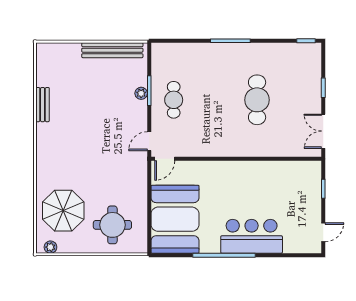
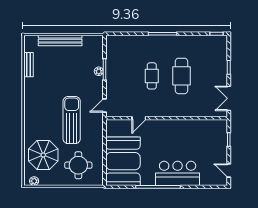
bench: (112, 50) -> (60, 41), moved
cafe table: (174, 100) -> (152, 76), moved
bench: (43, 105) -> (28, 65), moved
door: (165, 159) -> (139, 118), moved
sun lounger: (103, 162) -> (72, 120), added
door: (323, 232) -> (229, 170), swing flipped

